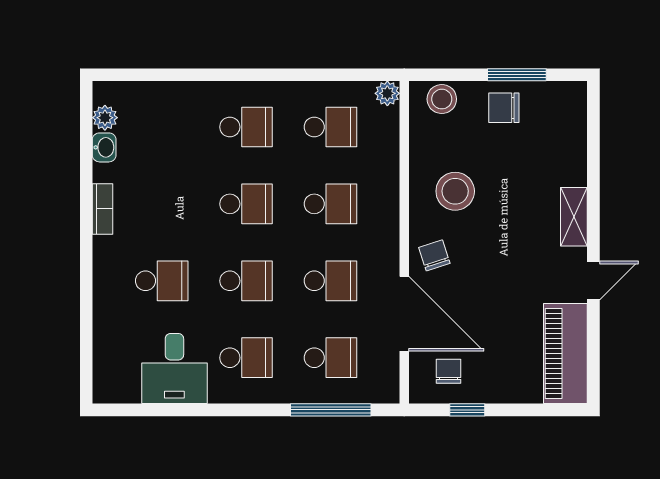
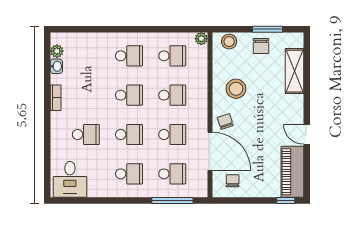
chair: (504, 108) -> (261, 46), turned -90
shelving: (574, 217) -> (294, 71), moved, width x1.50, depth x1.33
door: (593, 280) -> (307, 134), swing flipped
desk: (174, 369) -> (70, 179), moved
window: (467, 410) -> (286, 201), moved

